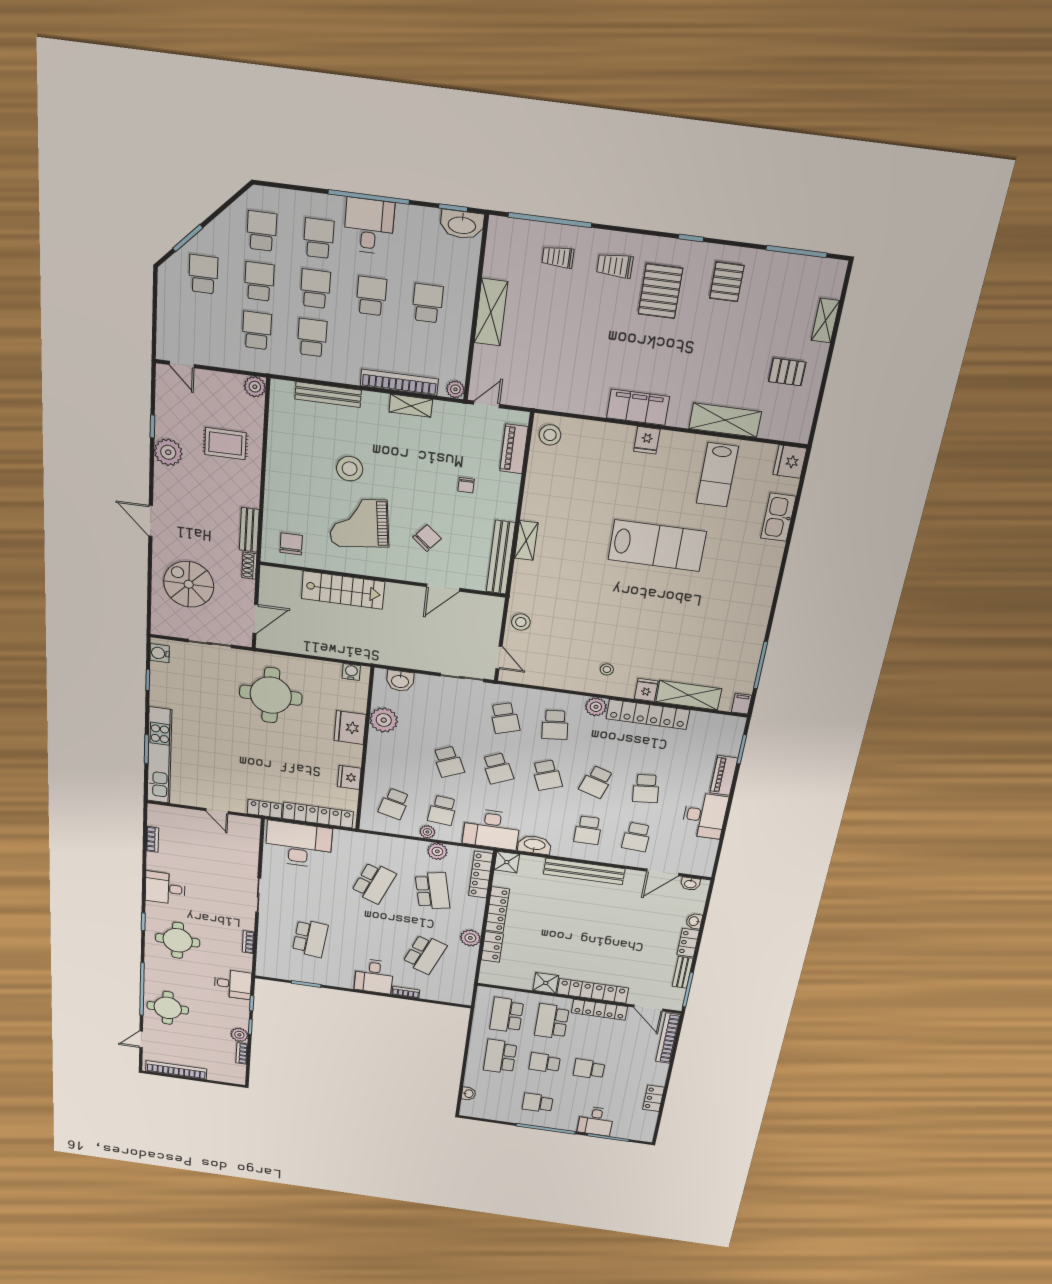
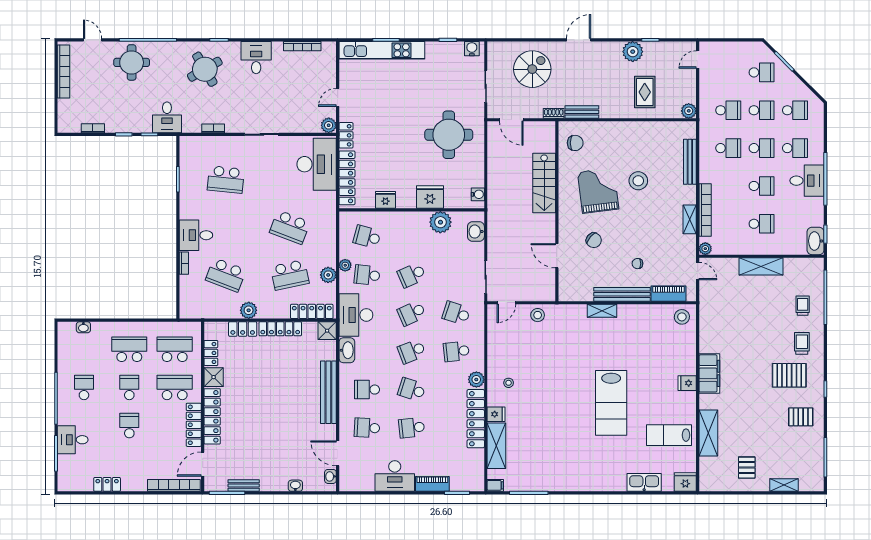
bench: (501, 557) -> (622, 294), moved
school desk: (505, 718) -> (456, 313), turned 36
bookcase: (152, 839) -> (302, 46), width x1.56
round table: (178, 940) -> (205, 69), turned -30
locker: (688, 943) -> (211, 353), moved, turned 90
plant: (239, 1035) -> (329, 125), moved

